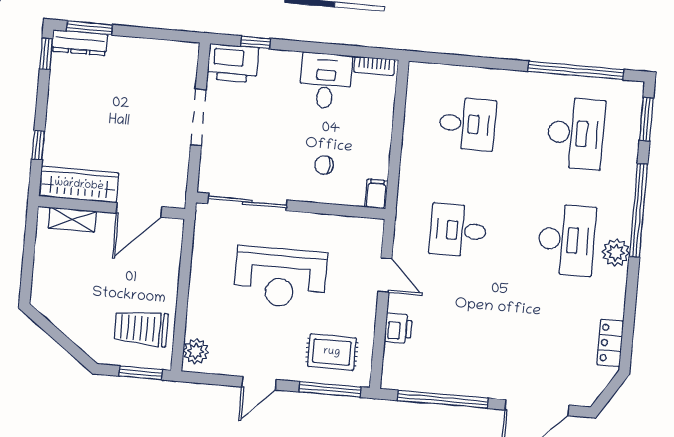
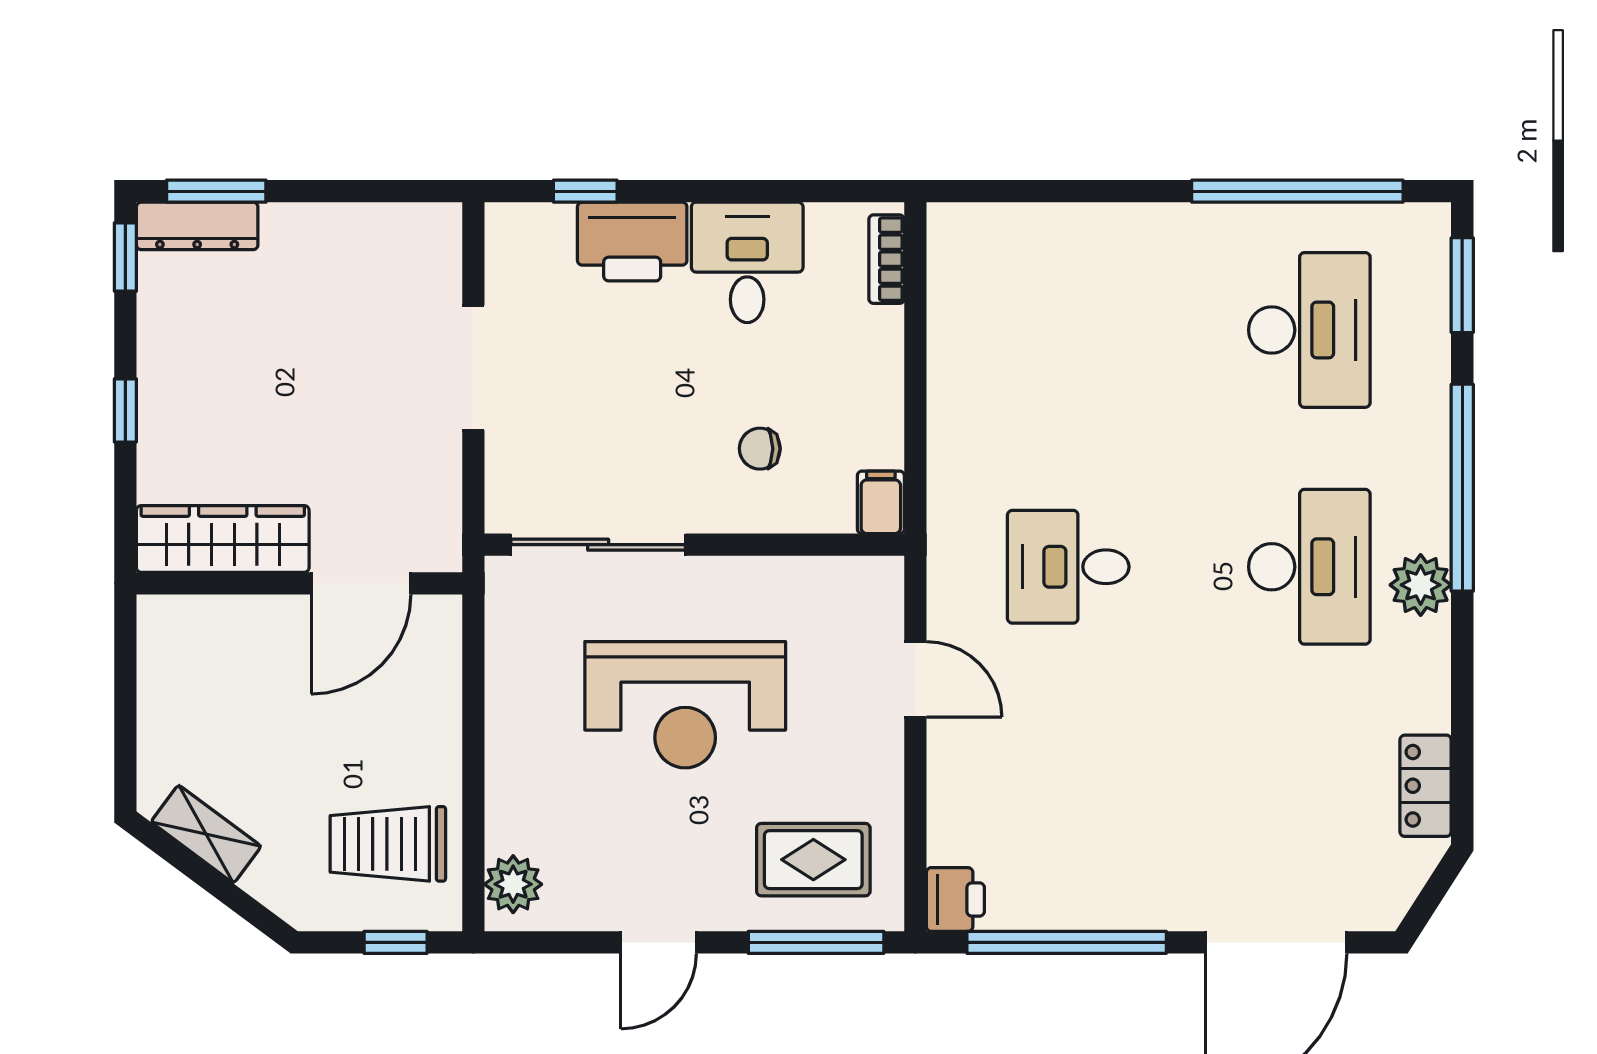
printer: (233, 63) -> (632, 242), moved
bookcase: (374, 66) -> (887, 259), moved, turned 90
desk: (467, 124) -> (1068, 330), removed
window: (38, 145) -> (125, 410), moved
shelving: (72, 220) -> (206, 834), moved, turned 37
printer: (398, 328) -> (955, 900), moved
window: (141, 373) -> (396, 942), width x0.67

